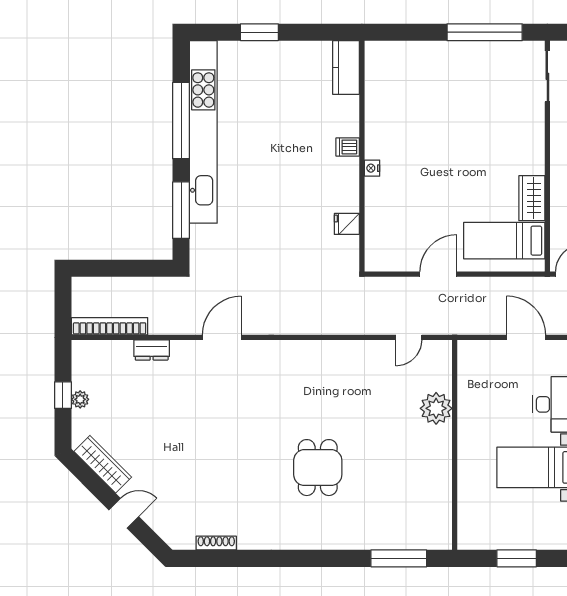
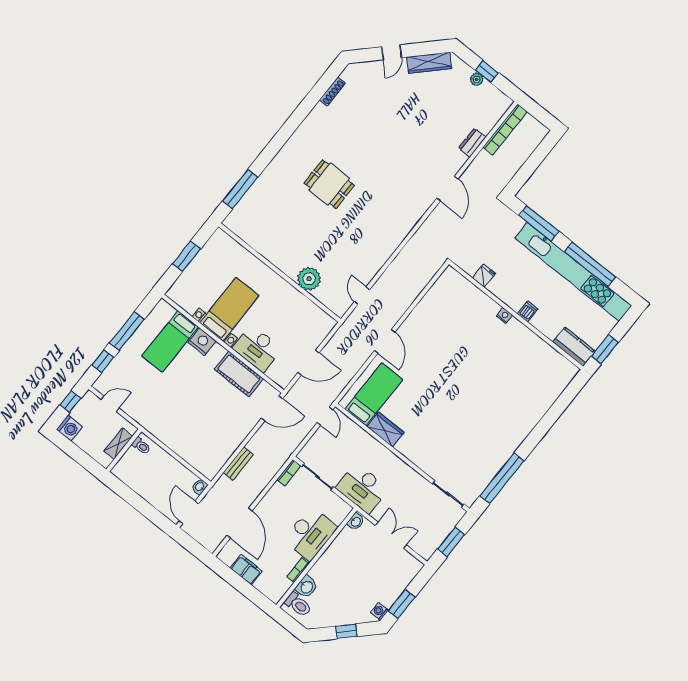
kitchen counter: (346, 67) -> (574, 347), moved
dishwasher: (348, 147) -> (528, 311), moved
wall: (362, 156) -> (516, 315), moved
nightstand: (372, 168) -> (504, 316), moved
fridge: (347, 224) -> (484, 276), moved

